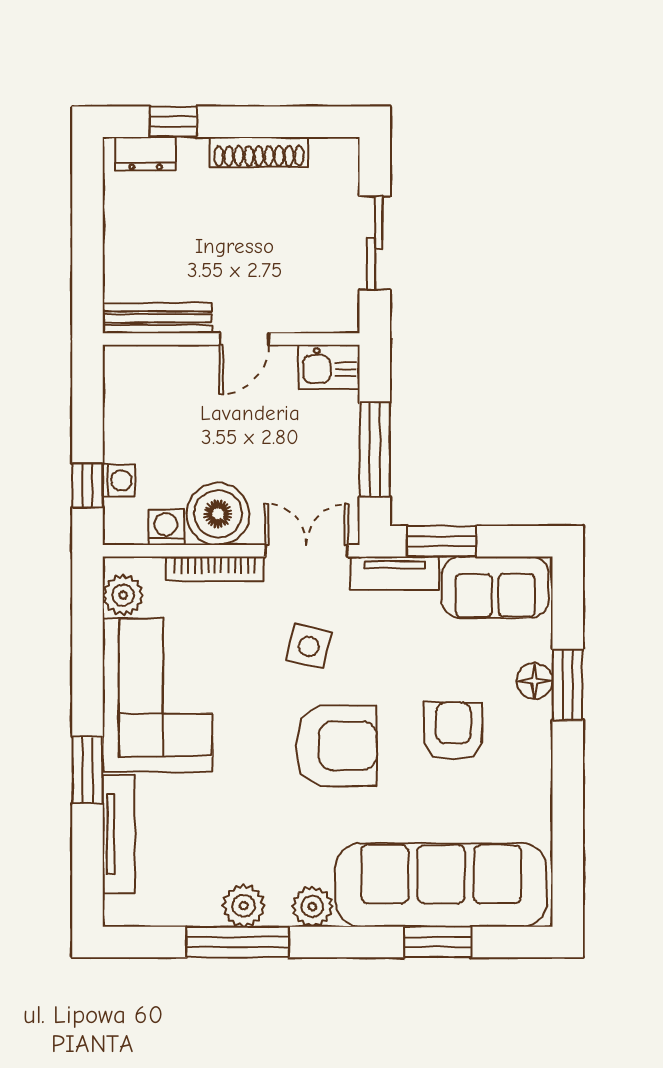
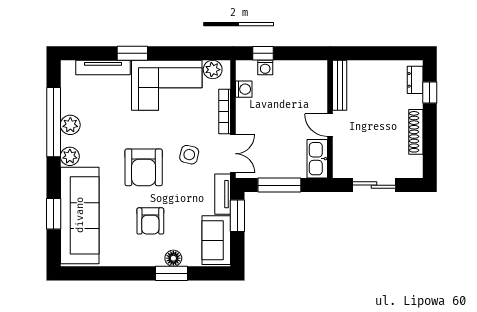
kitchen sink: (329, 367) -> (317, 159), width x1.38
boiler: (218, 514) -> (250, 113), removed
armchair: (453, 731) -> (150, 221), turned 90
window: (238, 942) -> (54, 122), width x1.46

